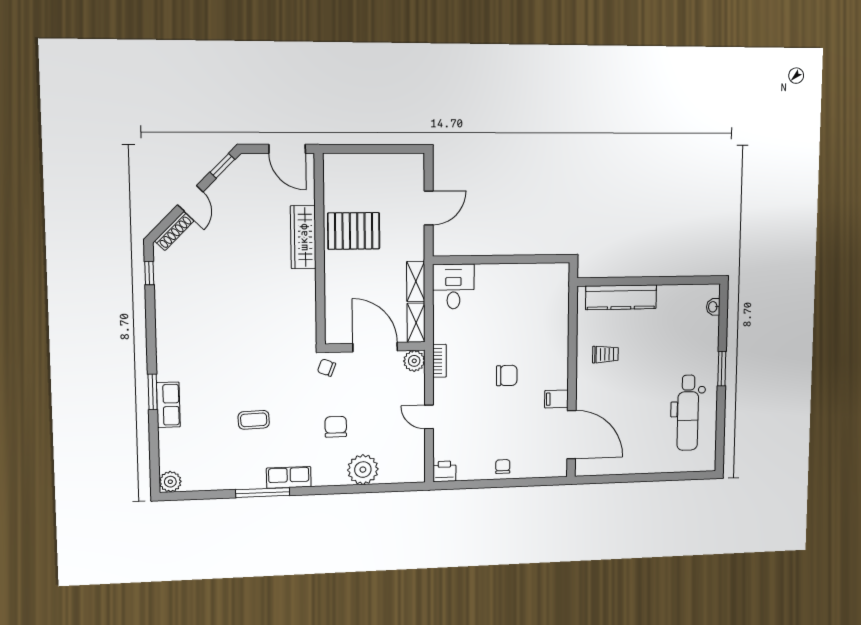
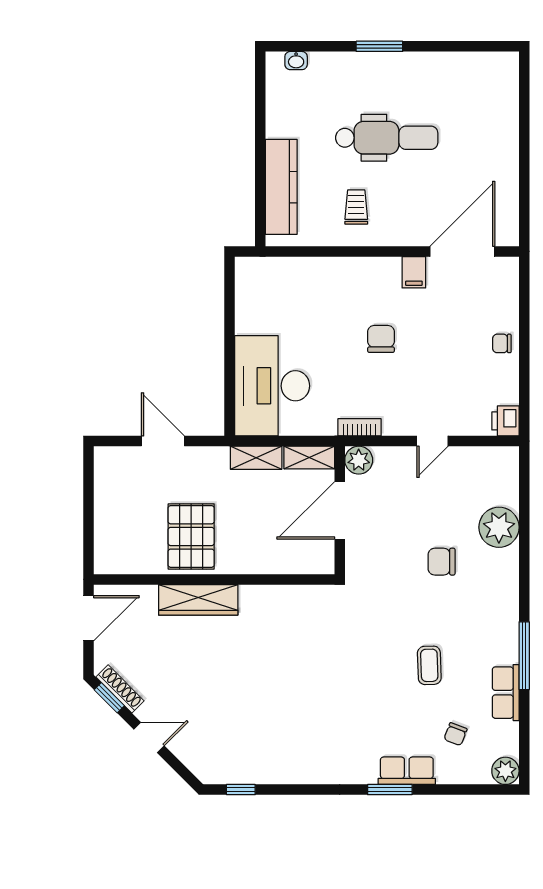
shoe rack: (174, 231) -> (120, 689), moved
desk: (453, 286) -> (272, 386), width x1.87, depth x1.30
chair: (326, 368) -> (455, 734), moved
dental chair: (688, 413) -> (387, 138), moved
row of seats: (289, 477) -> (506, 693), moved

